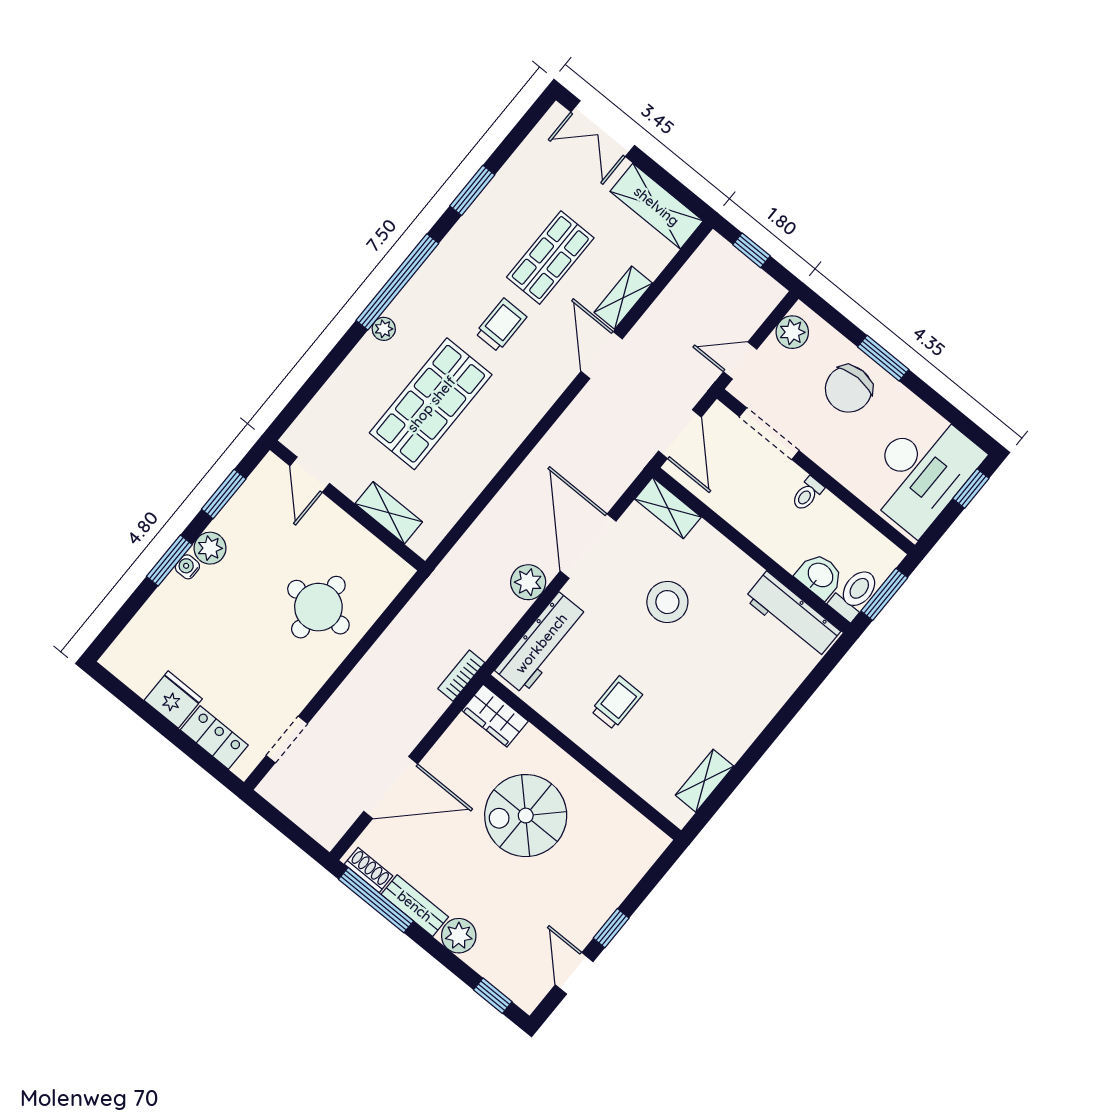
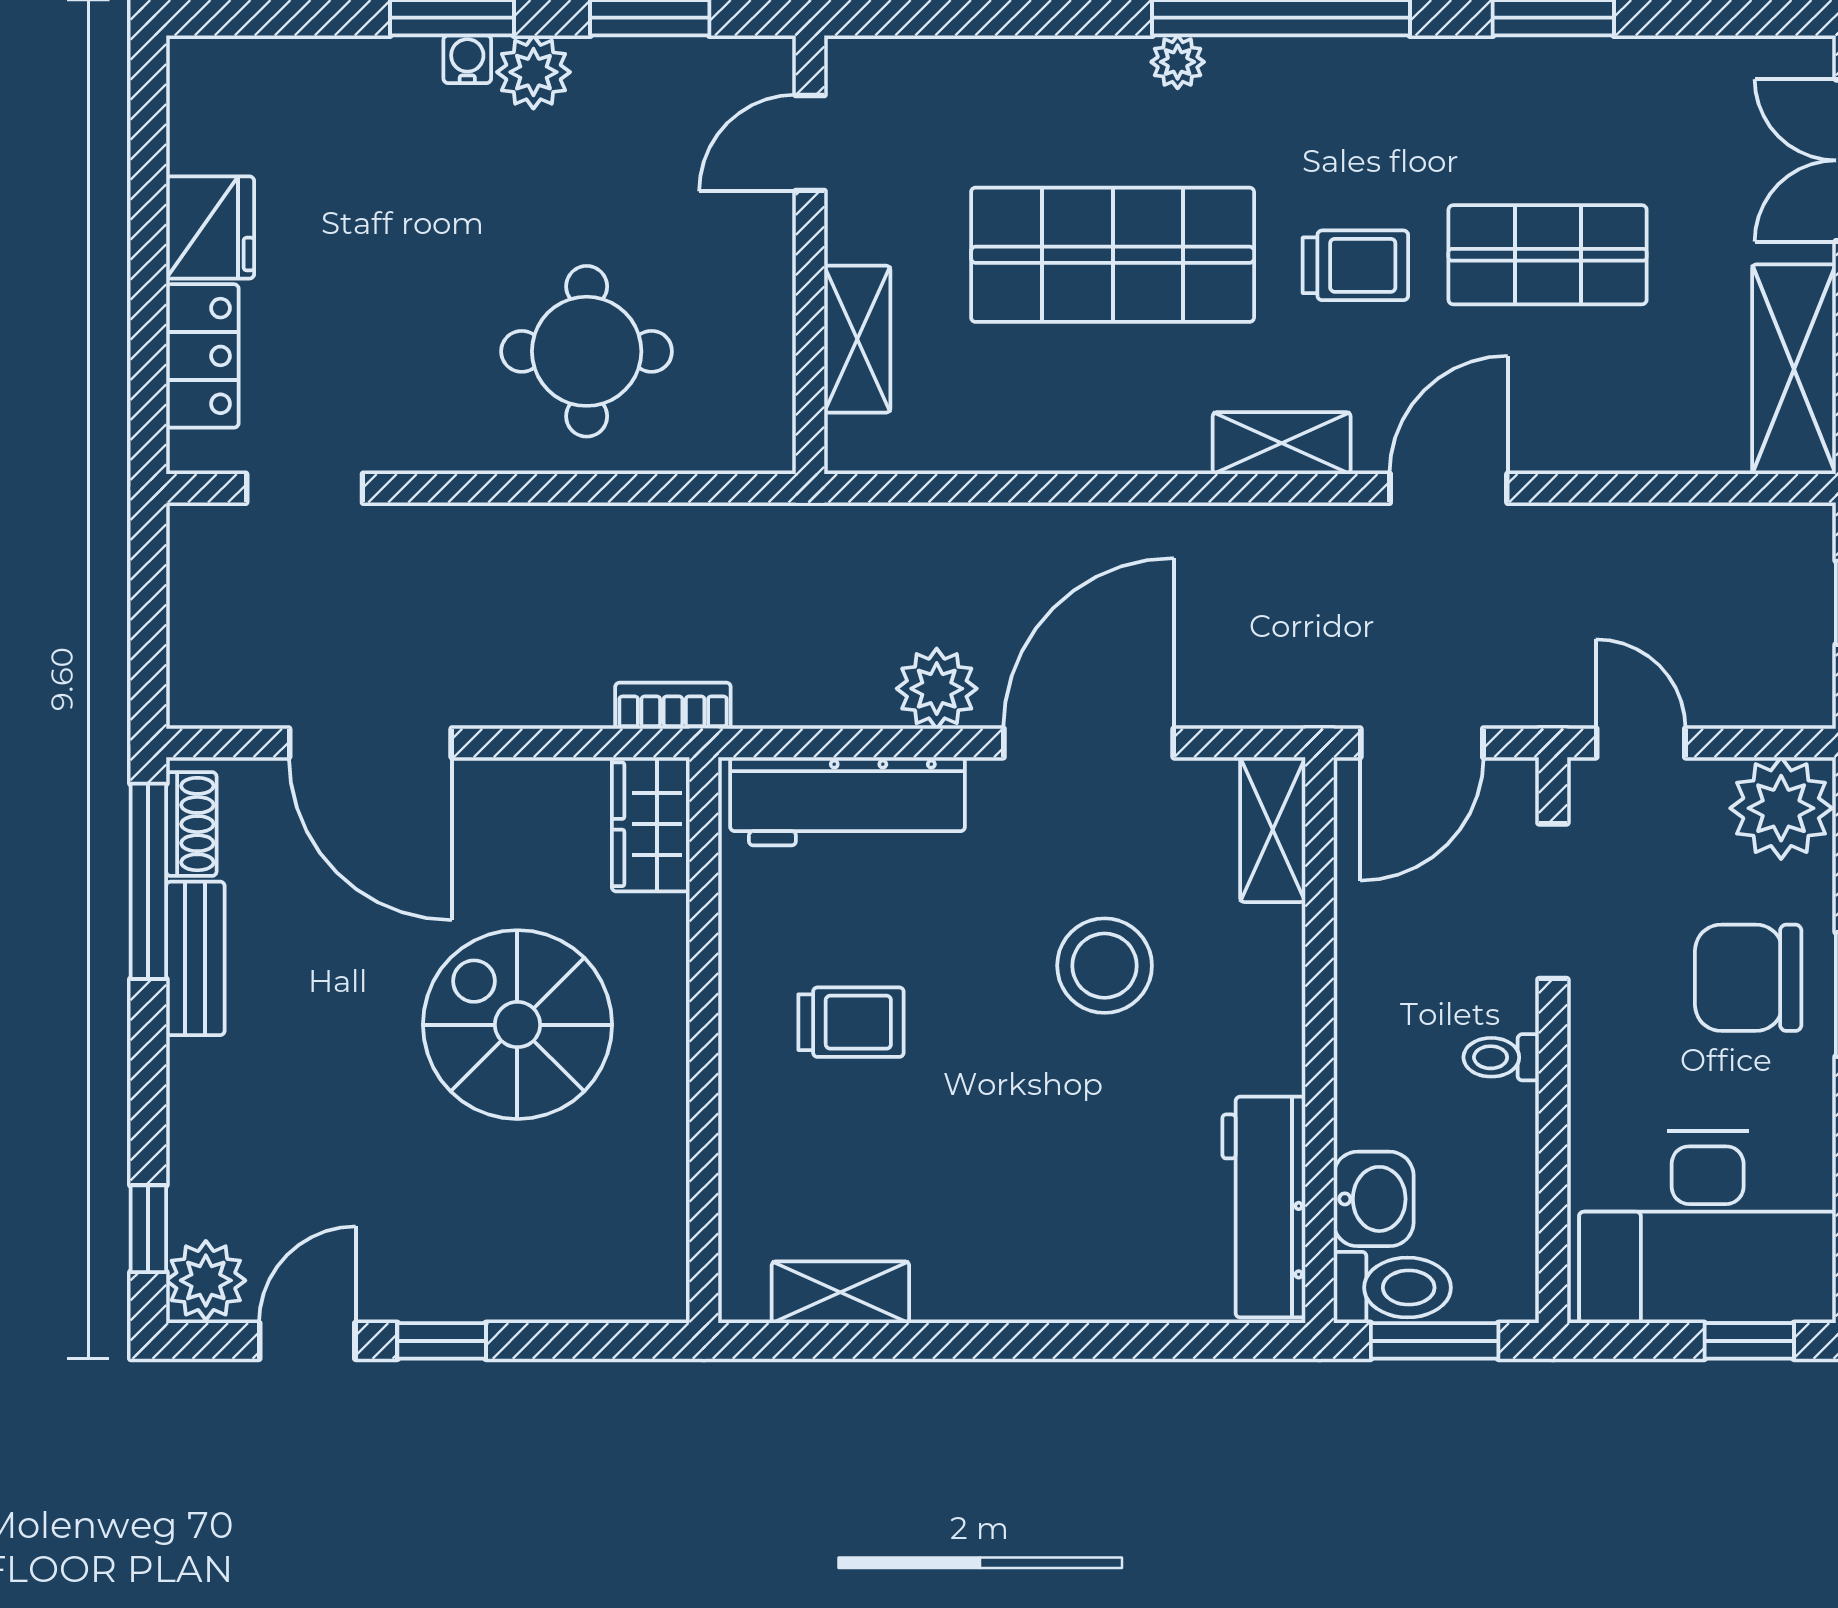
shelving: (623, 298) -> (1282, 443), moved
plant: (792, 332) -> (1781, 808), width x1.36, depth x1.36
plant: (459, 936) -> (206, 1280), moved

